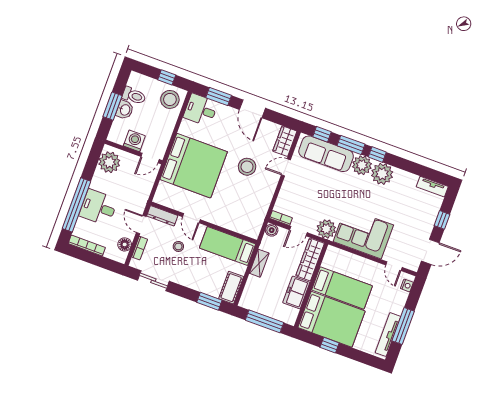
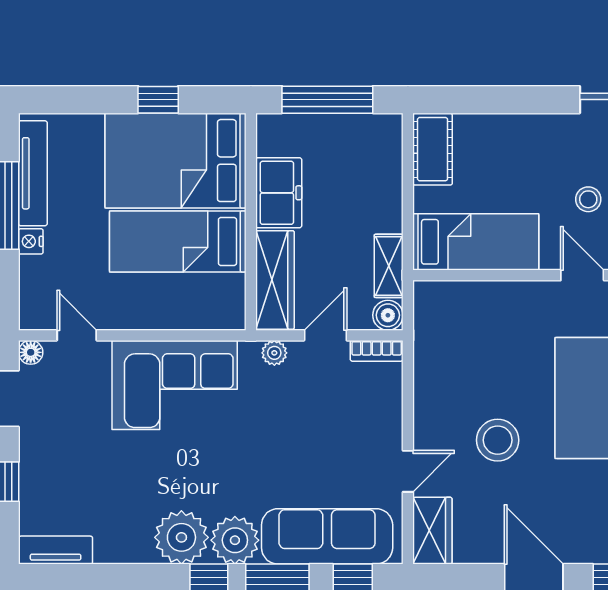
plant: (326, 229) -> (274, 353), width x0.53, depth x0.53
shelving: (259, 263) -> (389, 266), moved
floor lamp: (414, 266) -> (31, 352), added
nightstand: (407, 285) -> (31, 241), moved
window: (209, 301) -> (471, 100), removed

